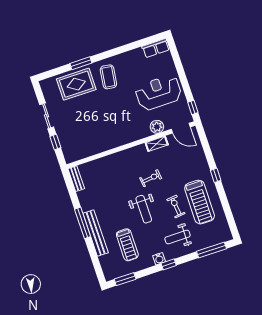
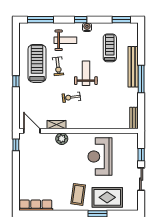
row of seats: (156, 48) -> (36, 205), width x1.48
reception desk: (158, 93) -> (100, 157), moved, turned 90
plant: (157, 127) -> (62, 139), moved

